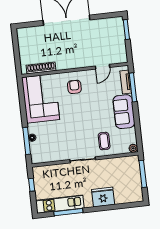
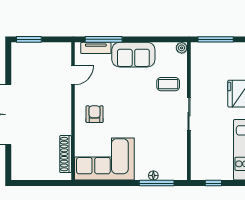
door: (103, 67) -> (73, 75), hinge flipped
armchair: (74, 87) -> (95, 114), turned 90

